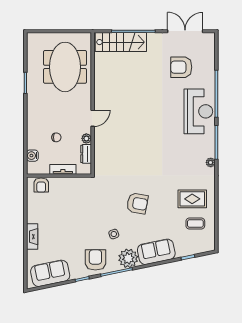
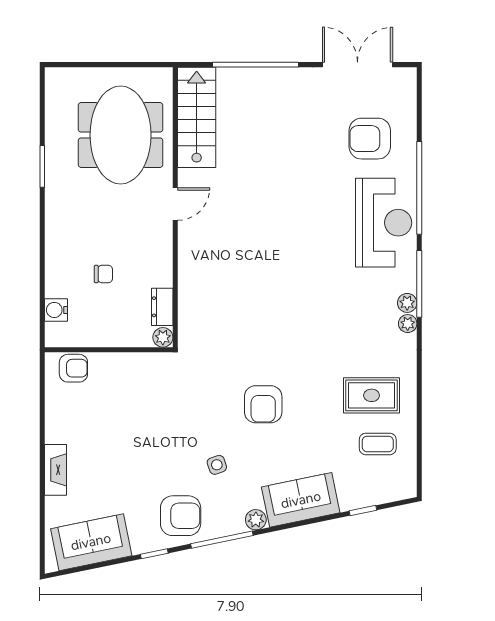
stairs: (121, 42) -> (197, 117), moved, turned -90
armchair: (181, 67) -> (370, 139), moved
door: (93, 118) -> (175, 204), moved
plant: (86, 138) -> (163, 337), moved
plant: (210, 152) -> (407, 303), added
tv unit: (63, 169) -> (116, 337), removed
armchair: (41, 185) -> (73, 368), turned -90
armchair: (137, 203) -> (263, 404), turned 80
plant: (128, 258) -> (256, 520), width x0.53, depth x0.53
armchair: (95, 260) -> (181, 516), turned 90

